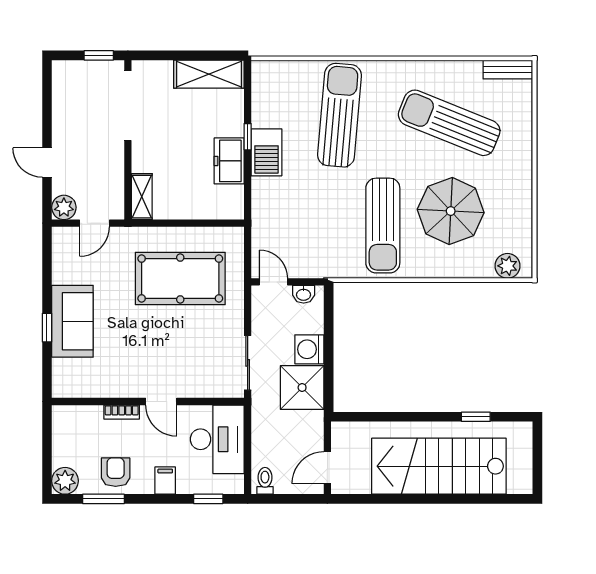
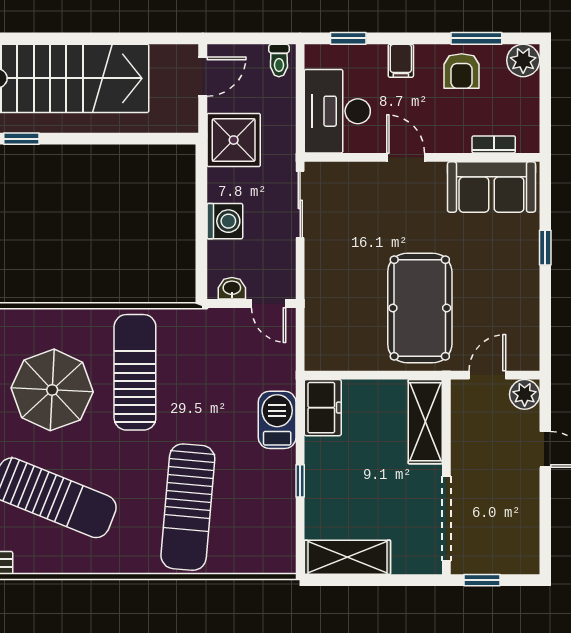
barbecue: (266, 152) -> (277, 420), moved
freezer: (229, 161) -> (323, 408), moved
shelving: (142, 197) -> (425, 422), width x1.50, depth x1.33
pool table: (180, 278) -> (420, 308), moved, turned 90
sofa: (72, 321) -> (491, 187), moved, turned -90
shower: (302, 388) -> (234, 140), moved
bookcase: (122, 412) -> (494, 144), moved

